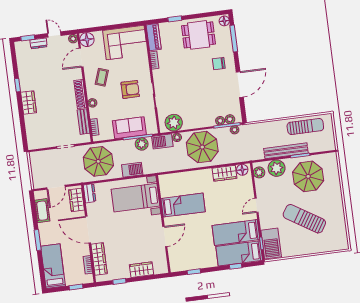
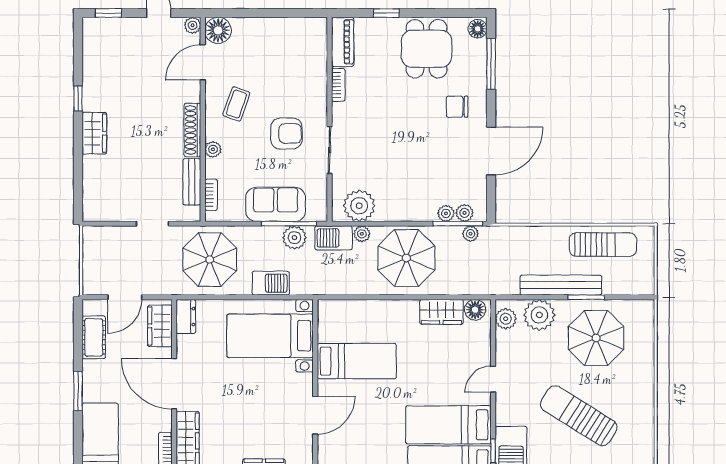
dining table: (199, 35) -> (427, 49), turned 90
dresser: (39, 43) -> (127, 26), removed
corner sofa: (125, 43) -> (288, 45), removed

